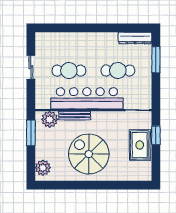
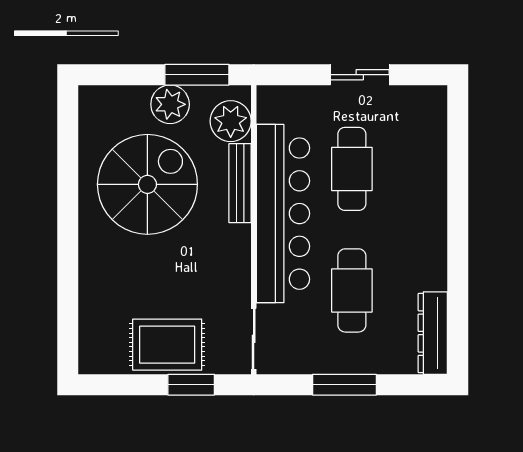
window: (156, 60) -> (344, 385), moved
spiral stairs: (89, 154) -> (147, 184), moved
plant: (43, 168) -> (170, 104), moved

